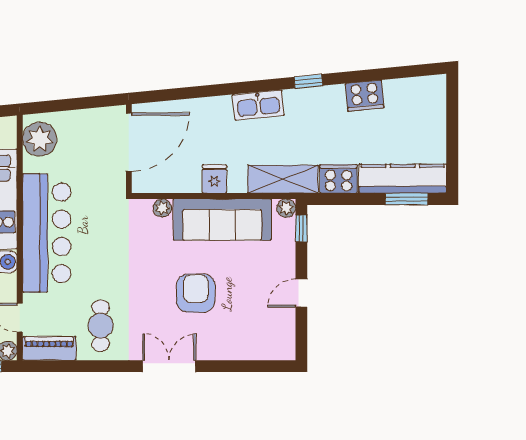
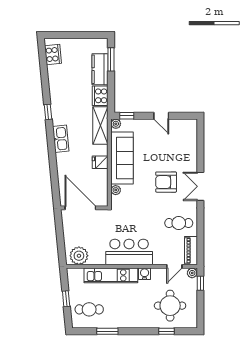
cooker: (365, 96) -> (53, 54), moved
kitchen counter: (403, 179) -> (100, 69), width x0.67
bar counter: (47, 233) -> (129, 252), width x0.73
armchair: (196, 293) -> (166, 182), moved

